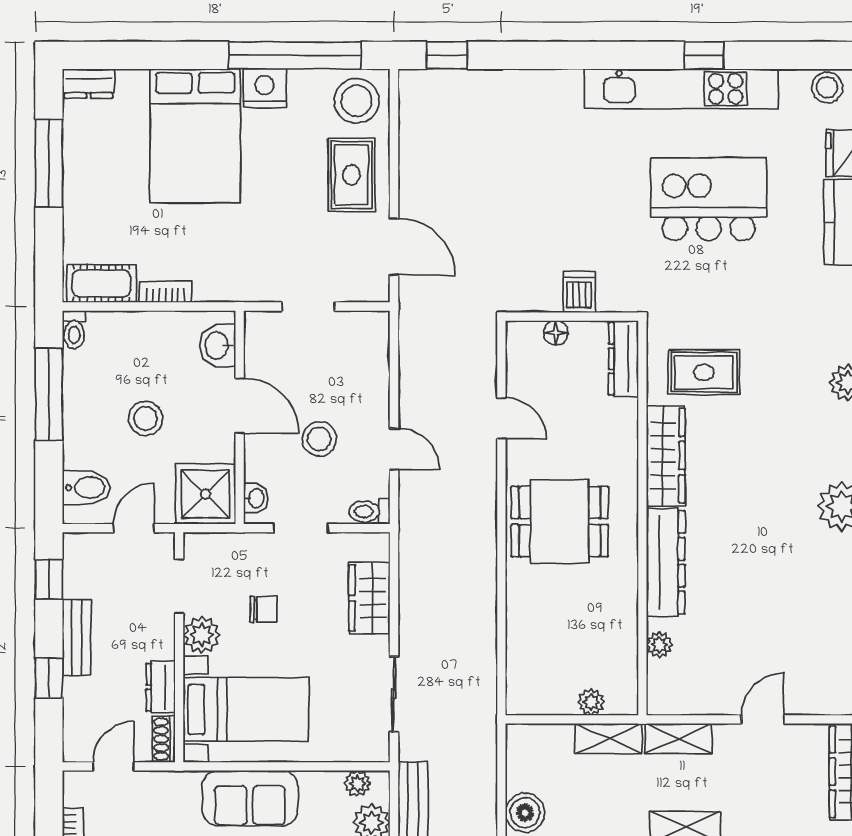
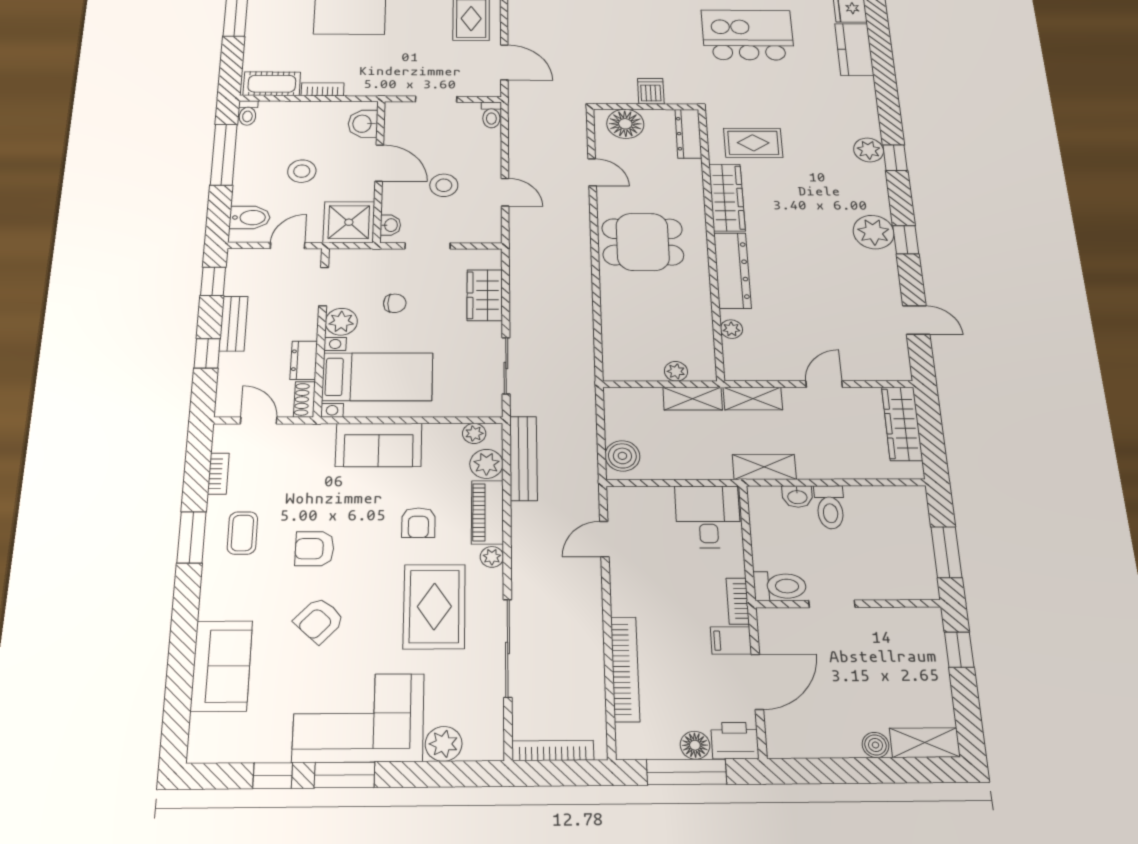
floor lamp: (556, 333) -> (625, 124), width x1.89, depth x1.89
toilet: (370, 512) -> (491, 115), moved, turned -90
door: (113, 766) -> (259, 420), hinge flipped

